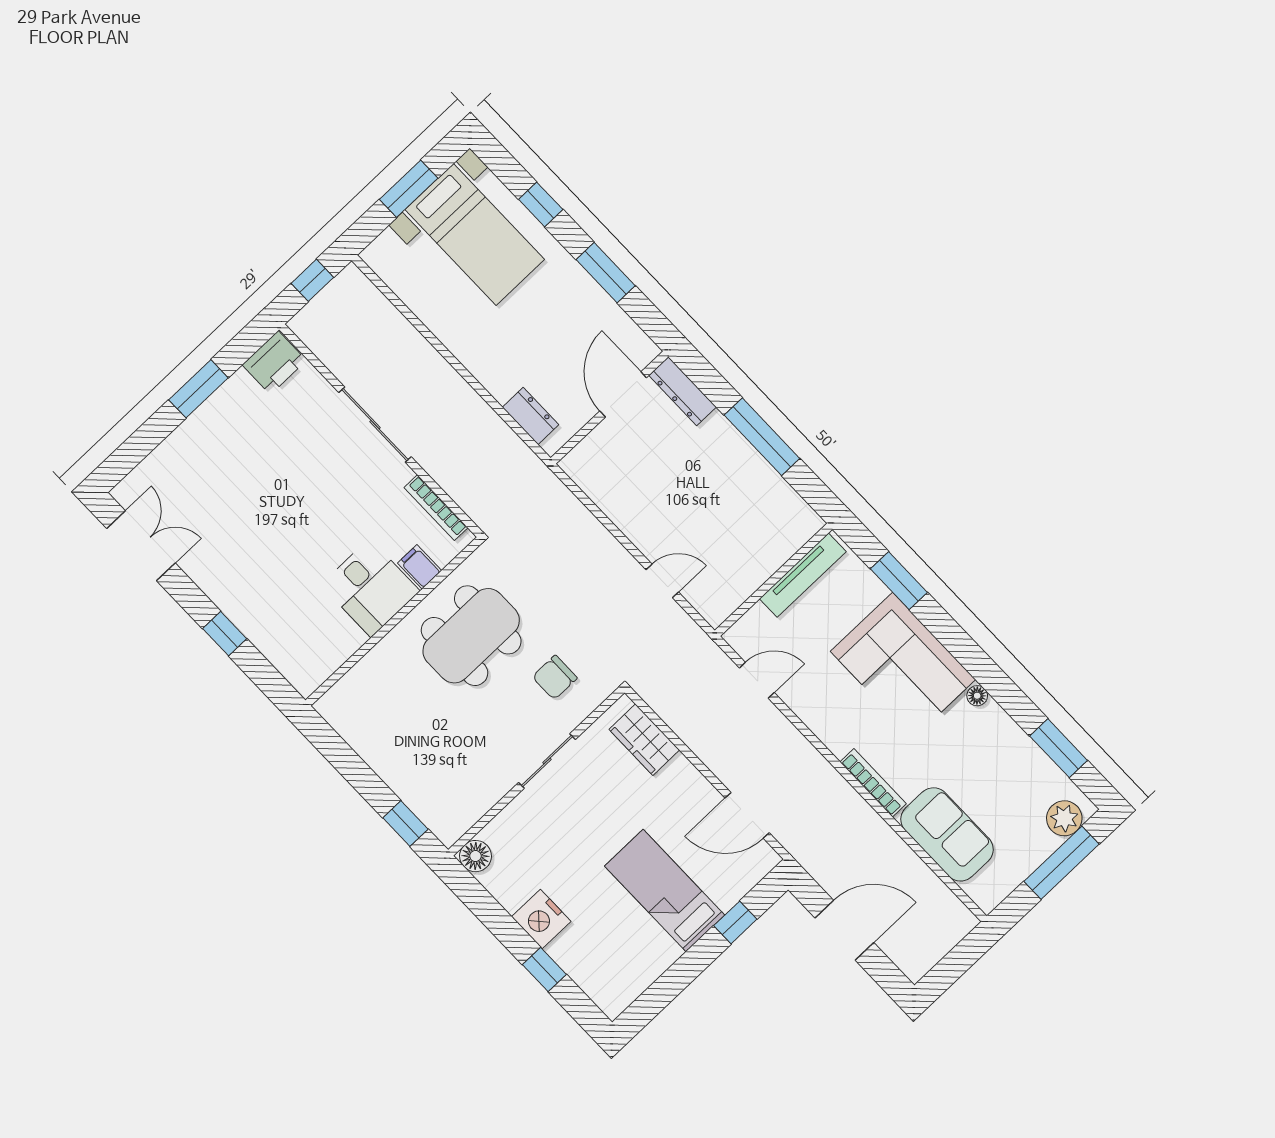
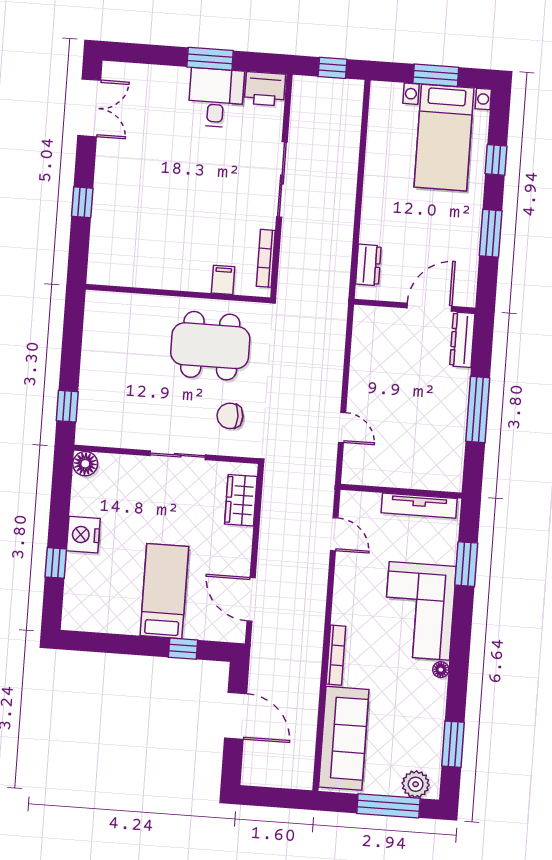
desk: (370, 588) -> (216, 98), moved, turned 180
sofa: (947, 834) -> (344, 738), width x1.36

